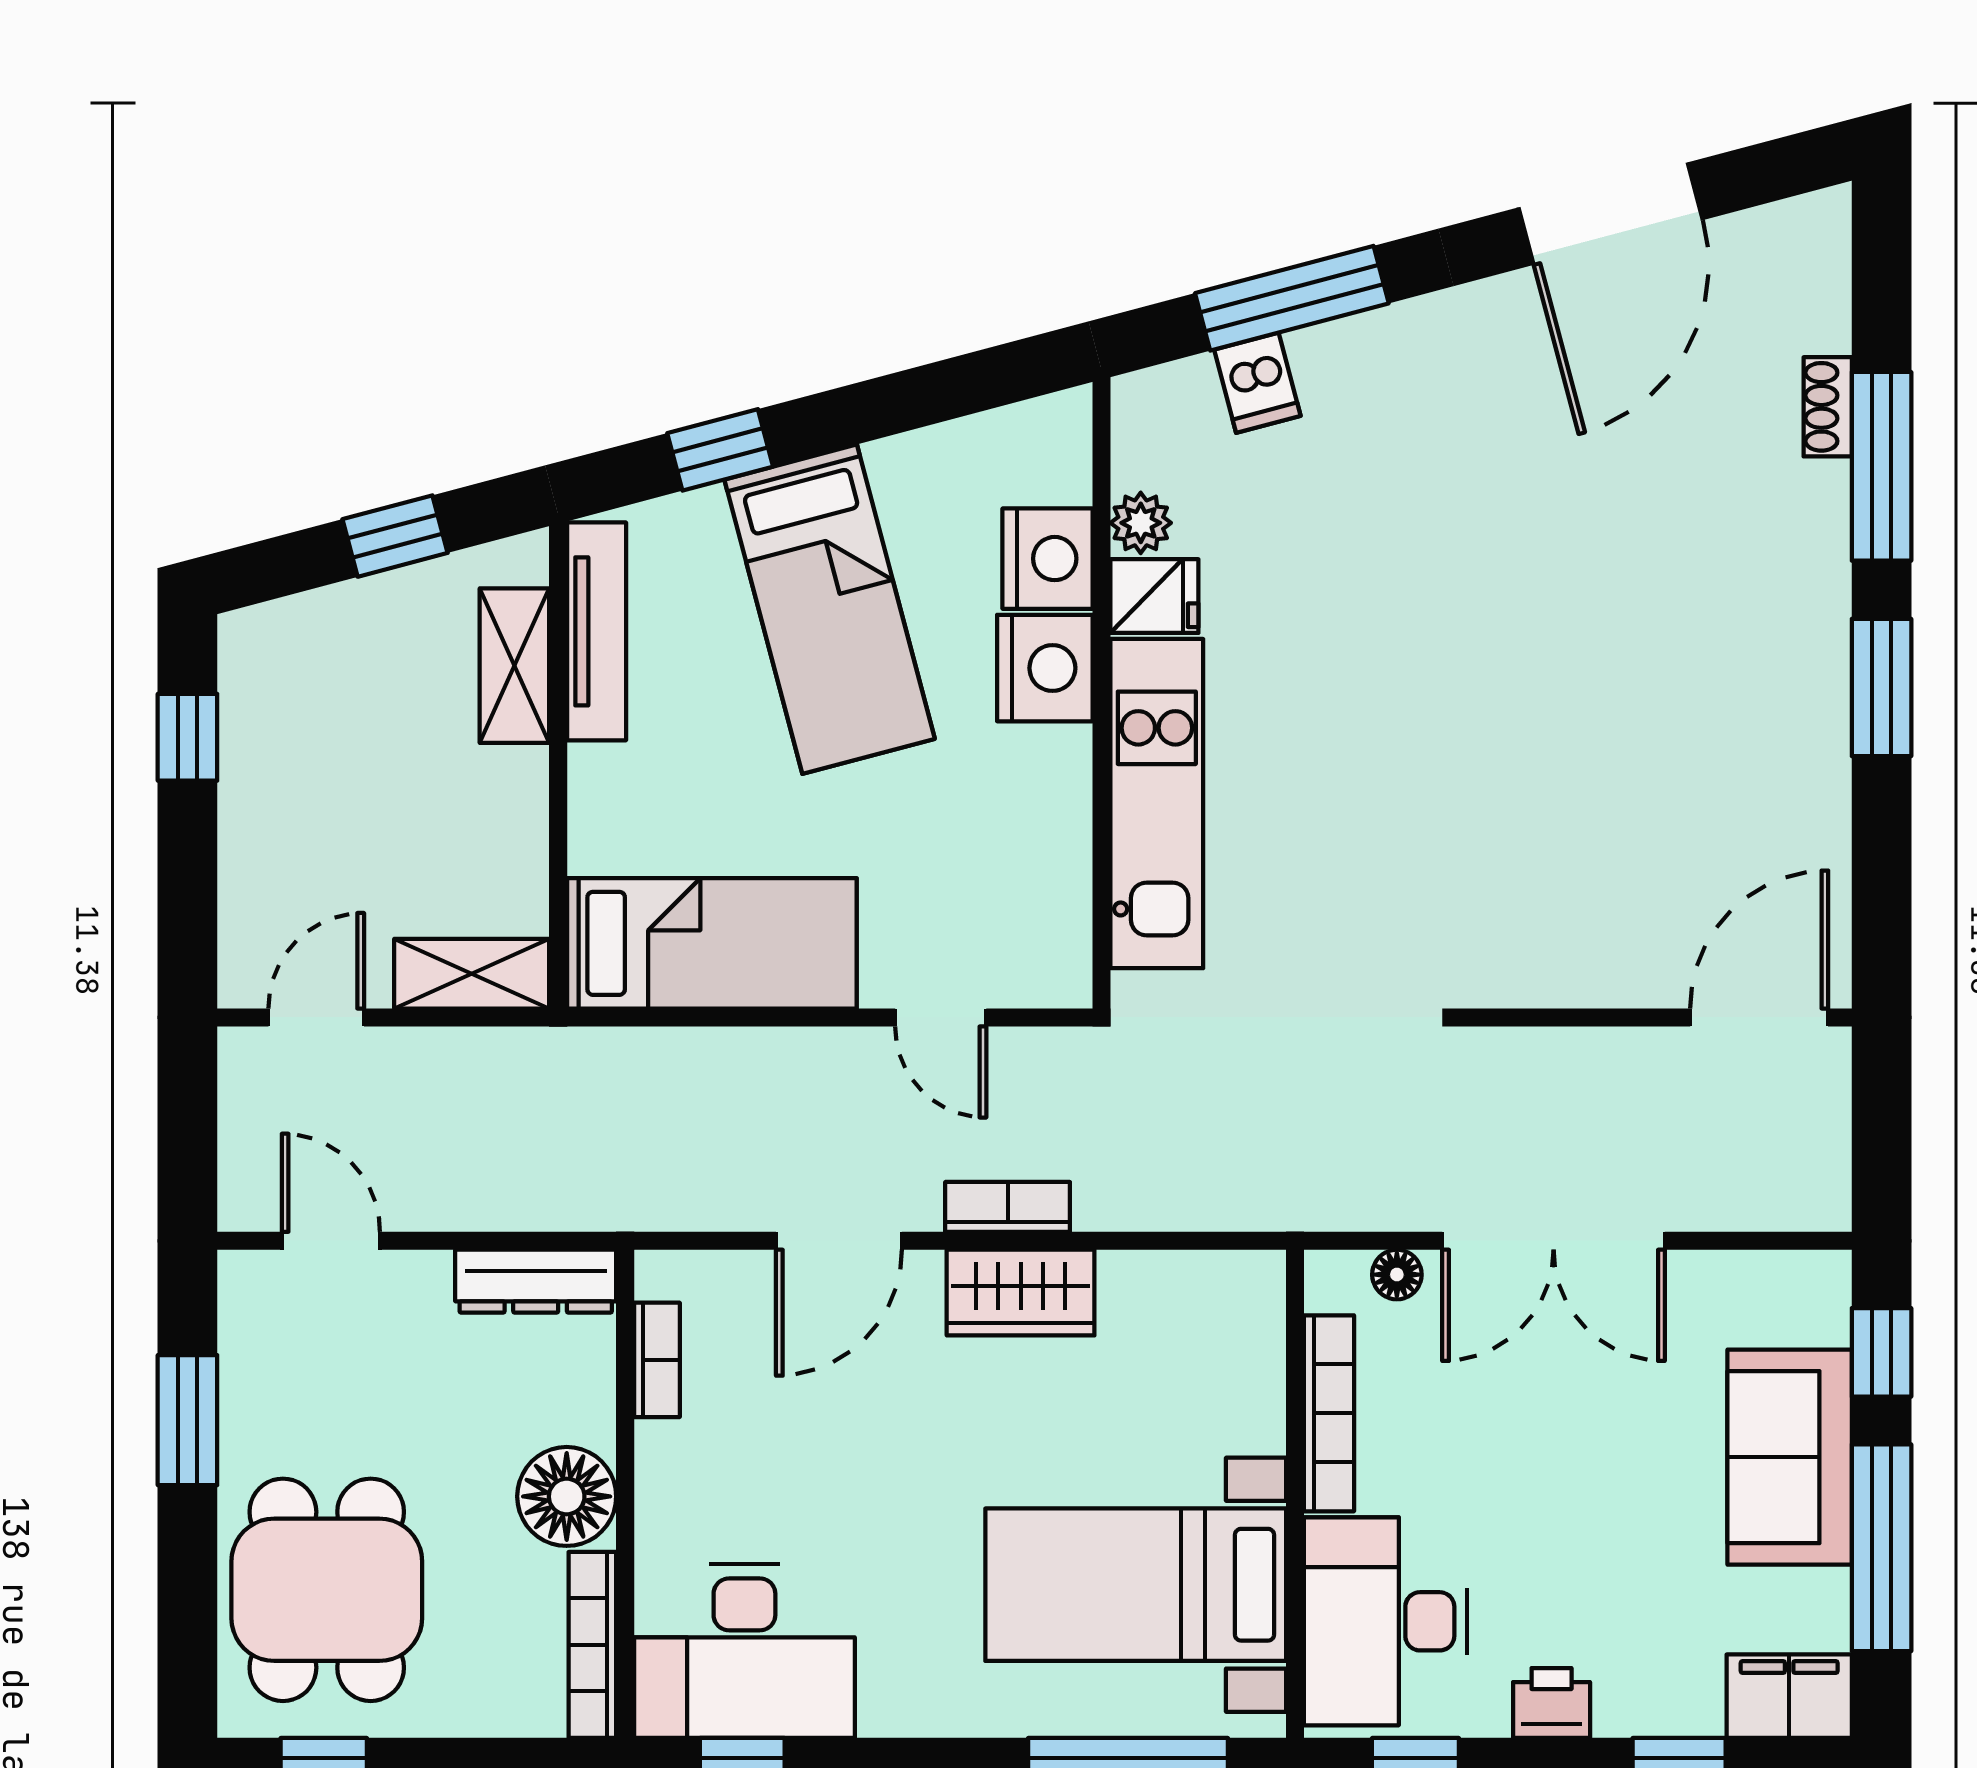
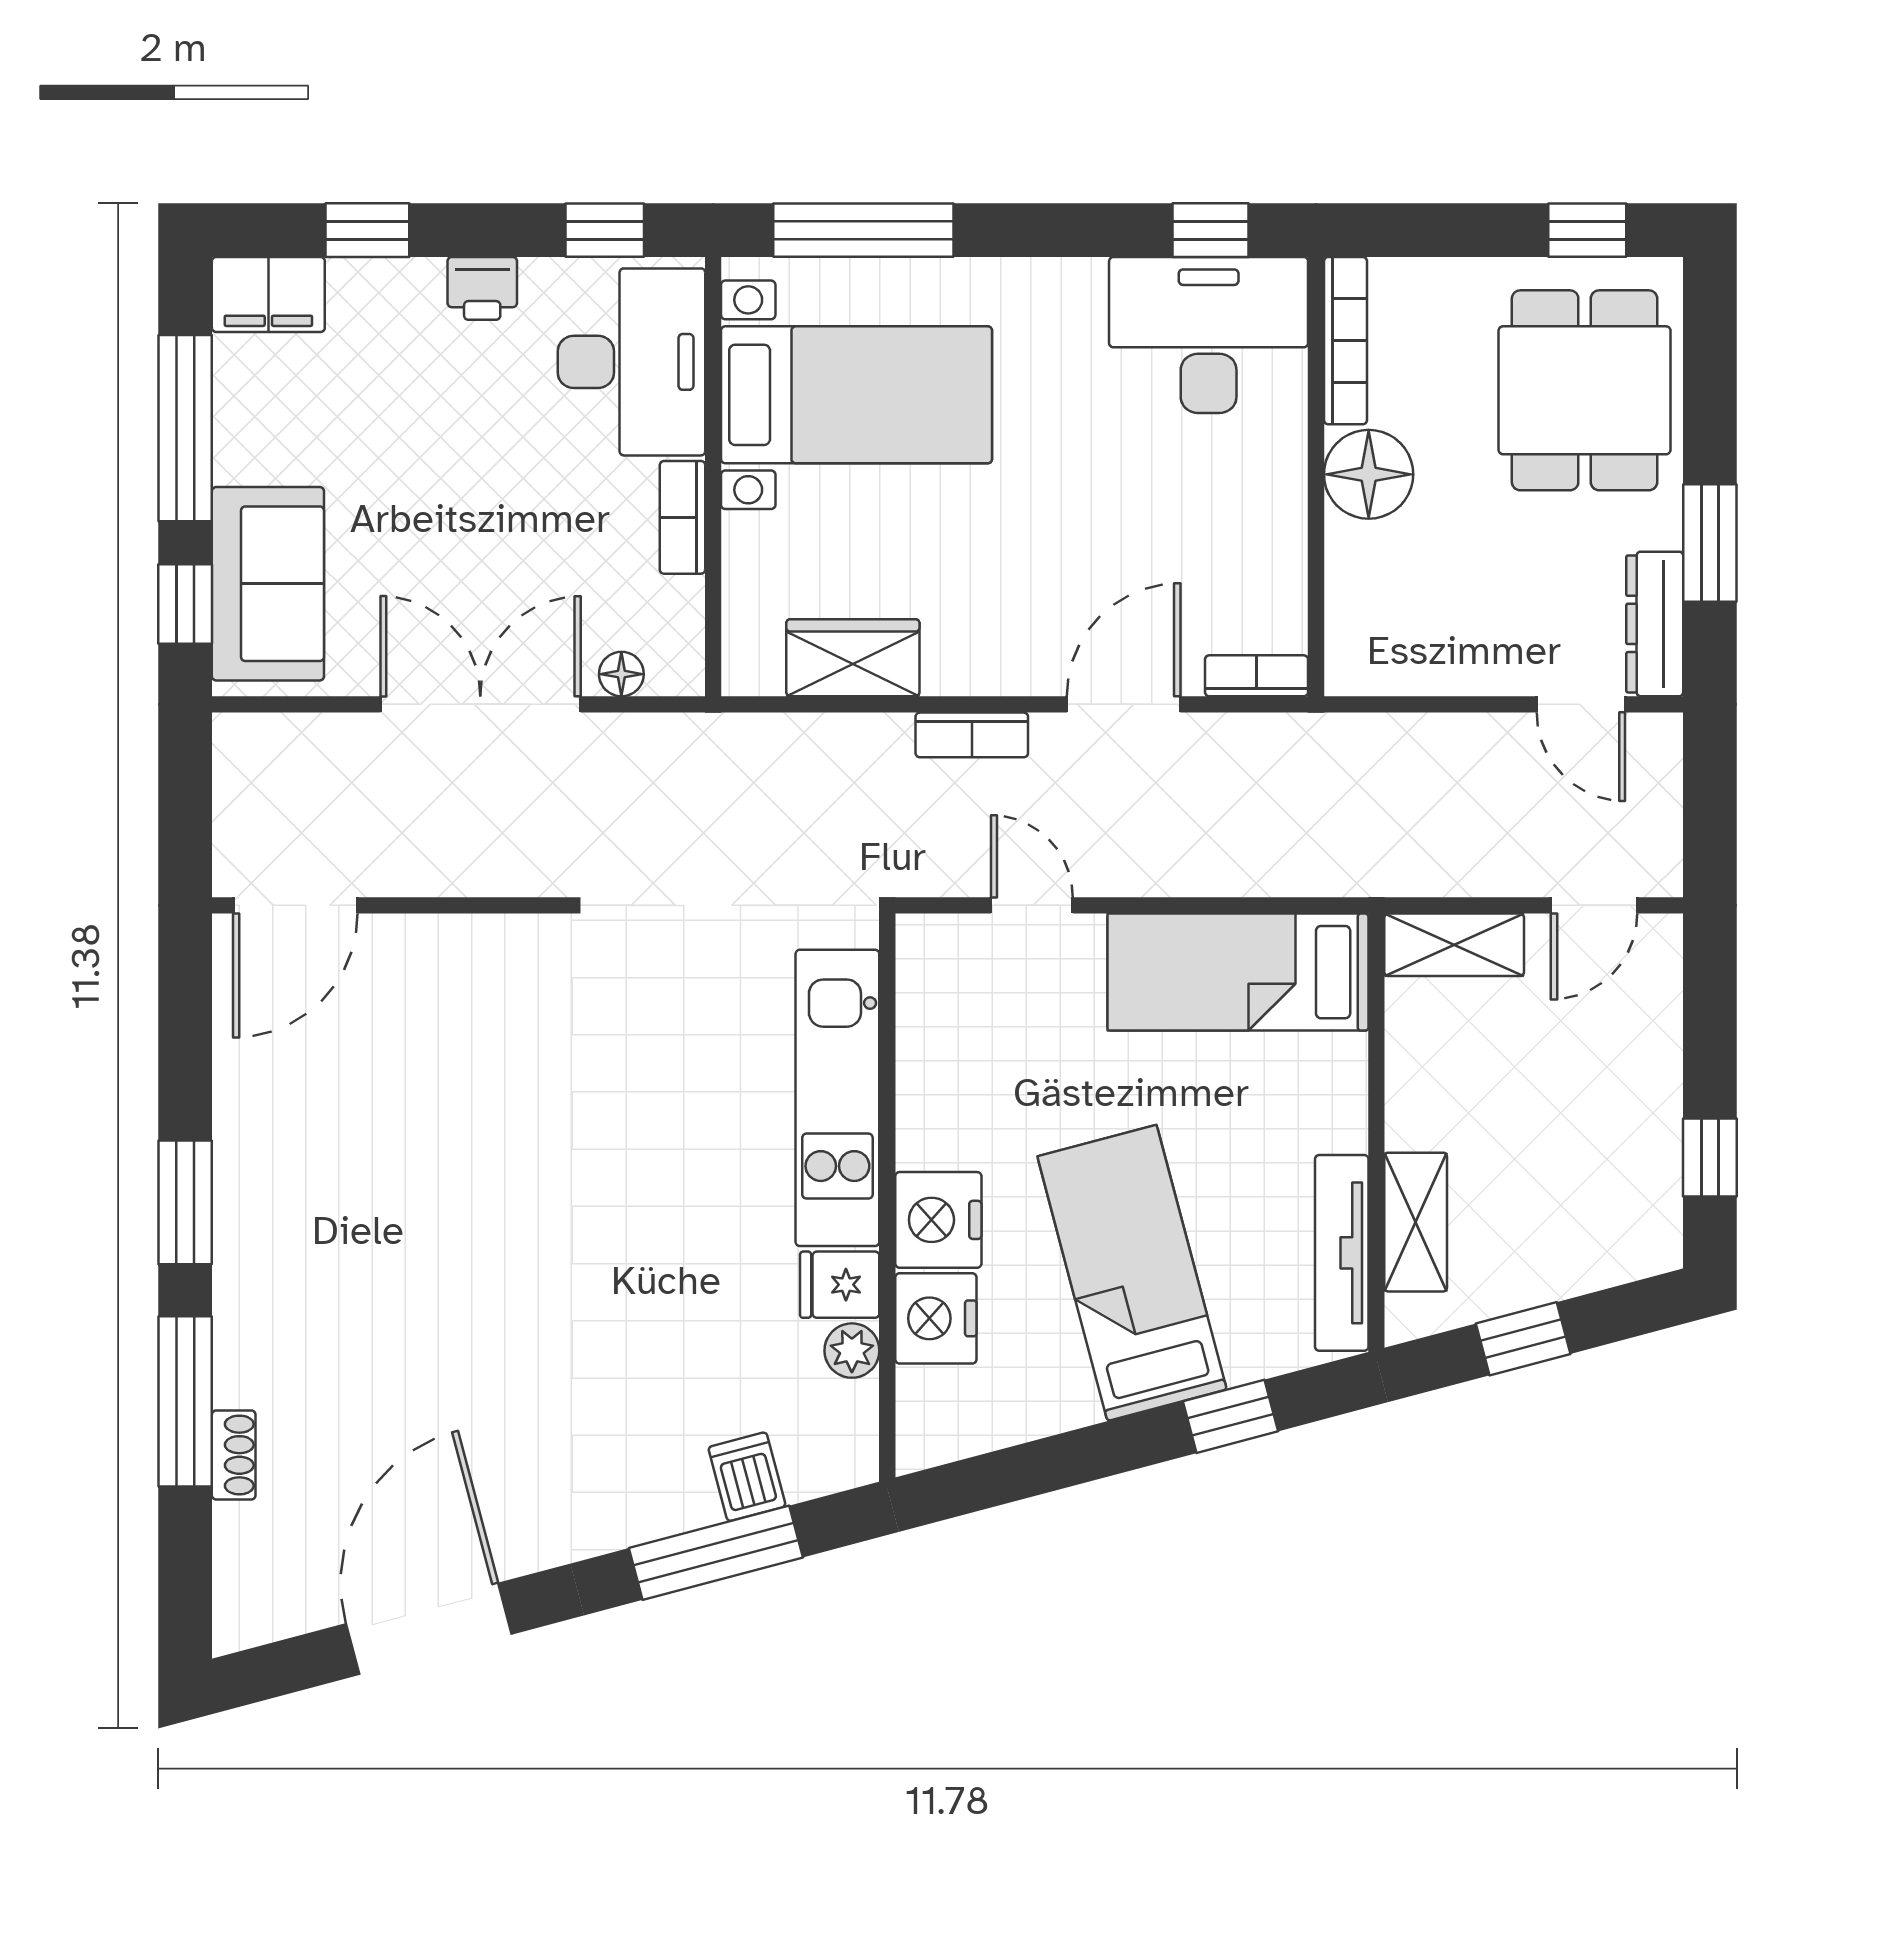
dresser: (536, 1281) -> (1655, 624), moved, turned -90
wardrobe: (1021, 1293) -> (853, 658), moved
bookcase: (657, 1360) -> (1257, 676), moved, turned 90
bookcase: (1329, 1413) -> (682, 517), width x0.64
sofa: (1790, 1457) -> (268, 584), moved

